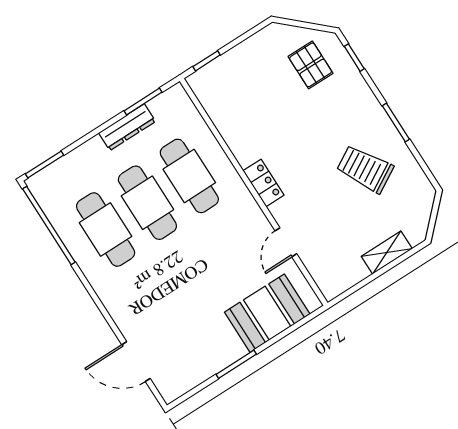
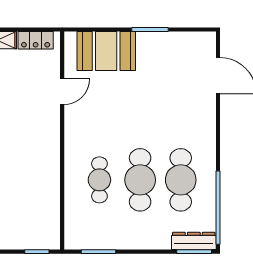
dresser: (127, 127) -> (194, 241), moved
cafe table: (189, 176) -> (99, 180), width x0.73, depth x0.74
locker: (264, 183) -> (36, 40), moved, turned -90

